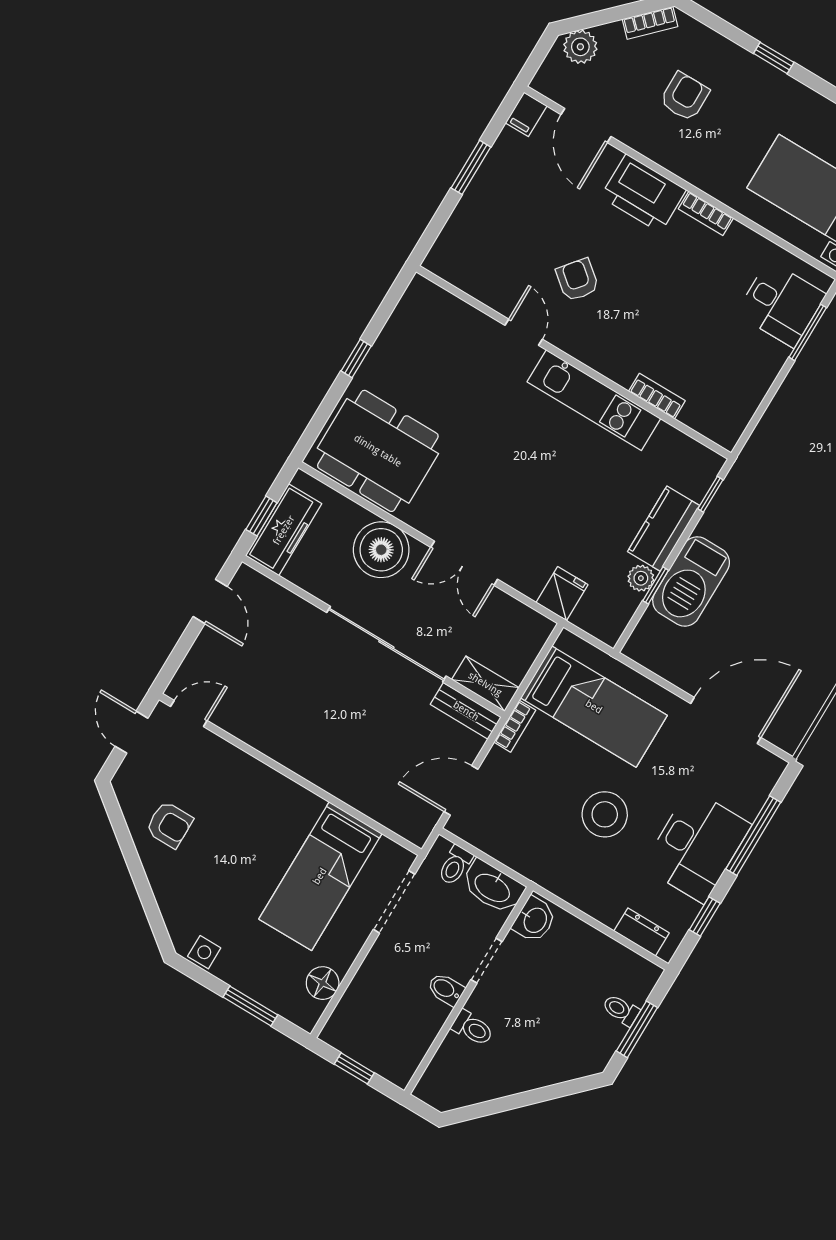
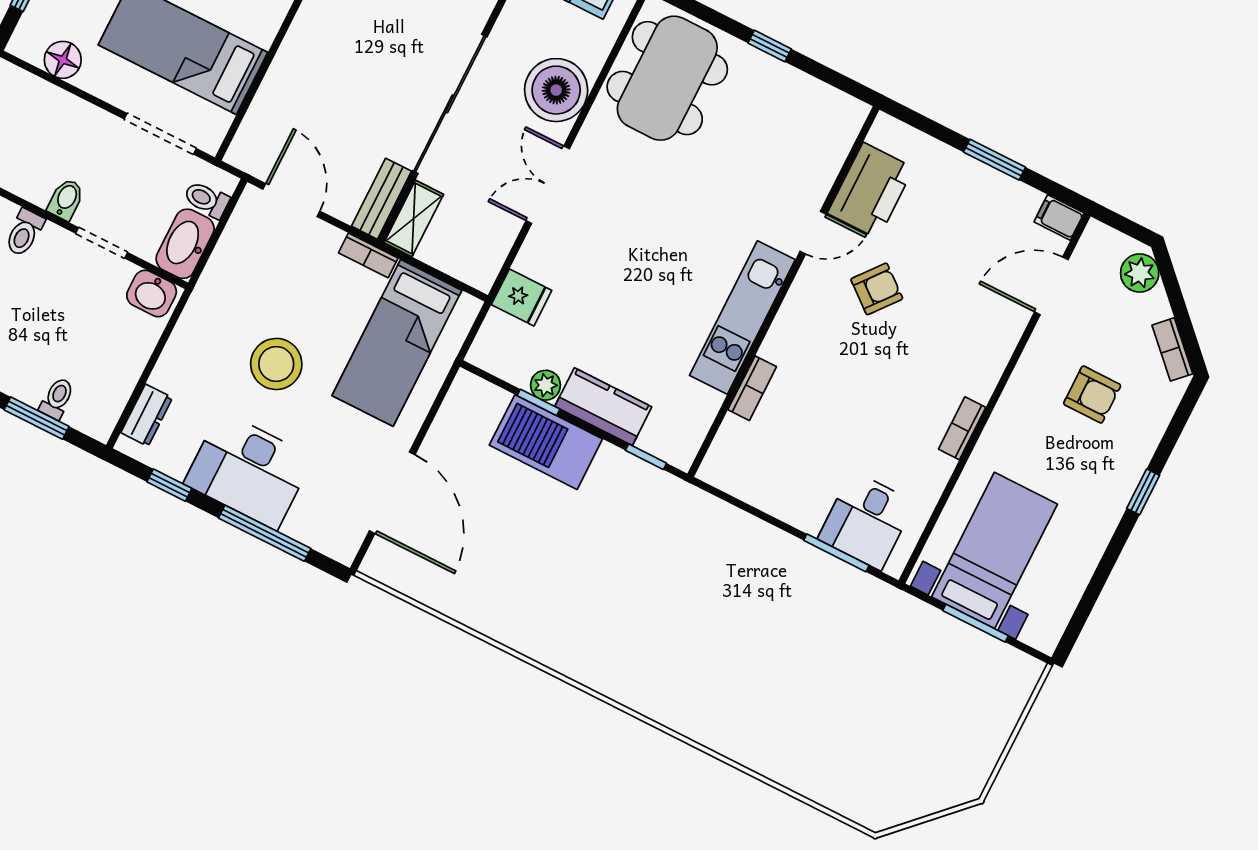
printer: (643, 193) -> (871, 191), moved, turned 180

